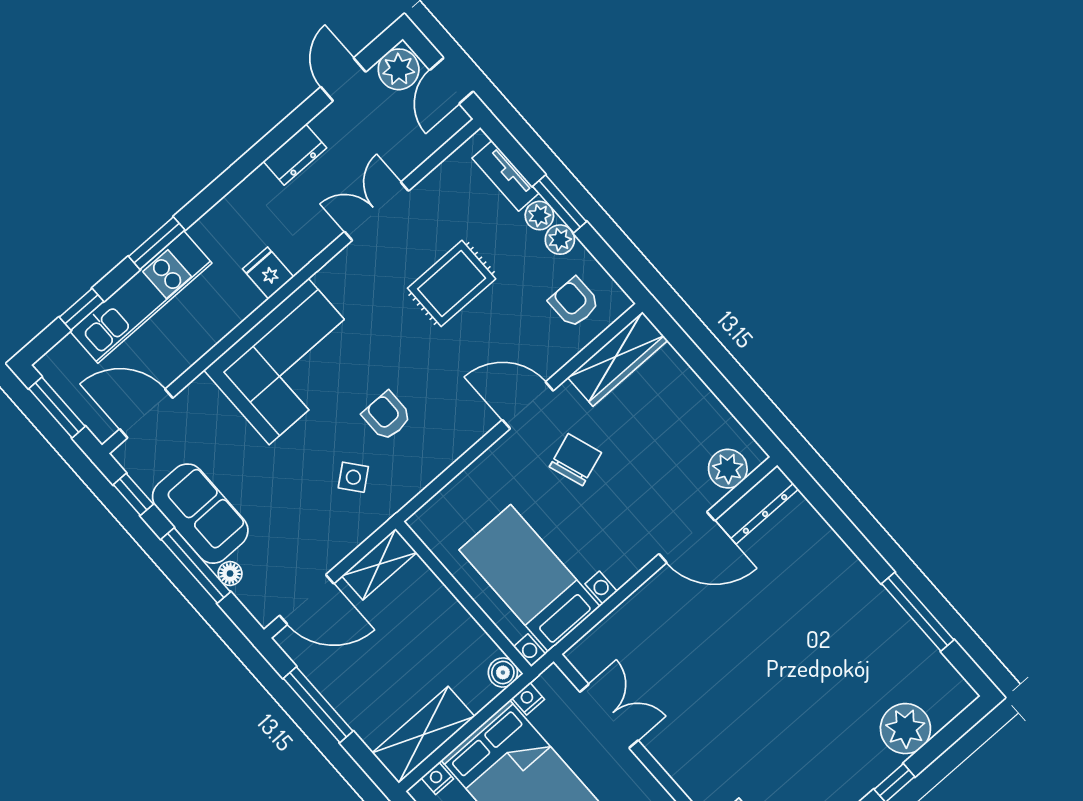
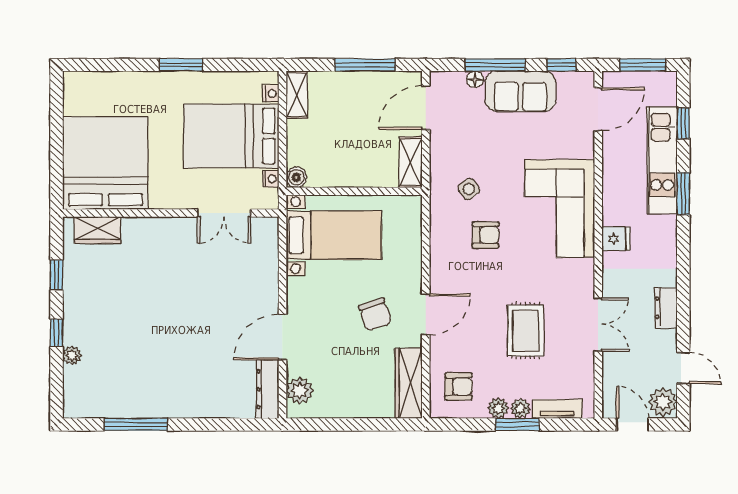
plant: (905, 729) -> (72, 356), width x0.53, depth x0.53
shelving: (423, 735) -> (297, 95), width x0.67, depth x0.75

